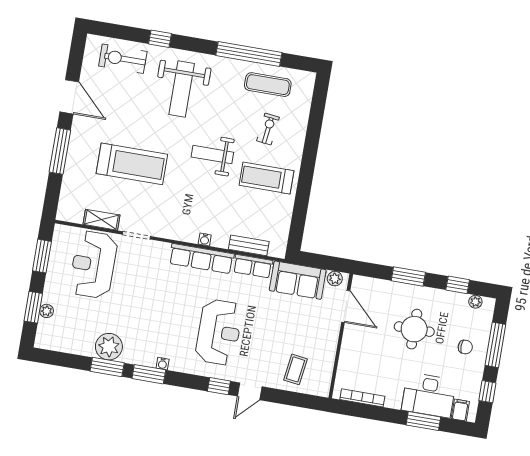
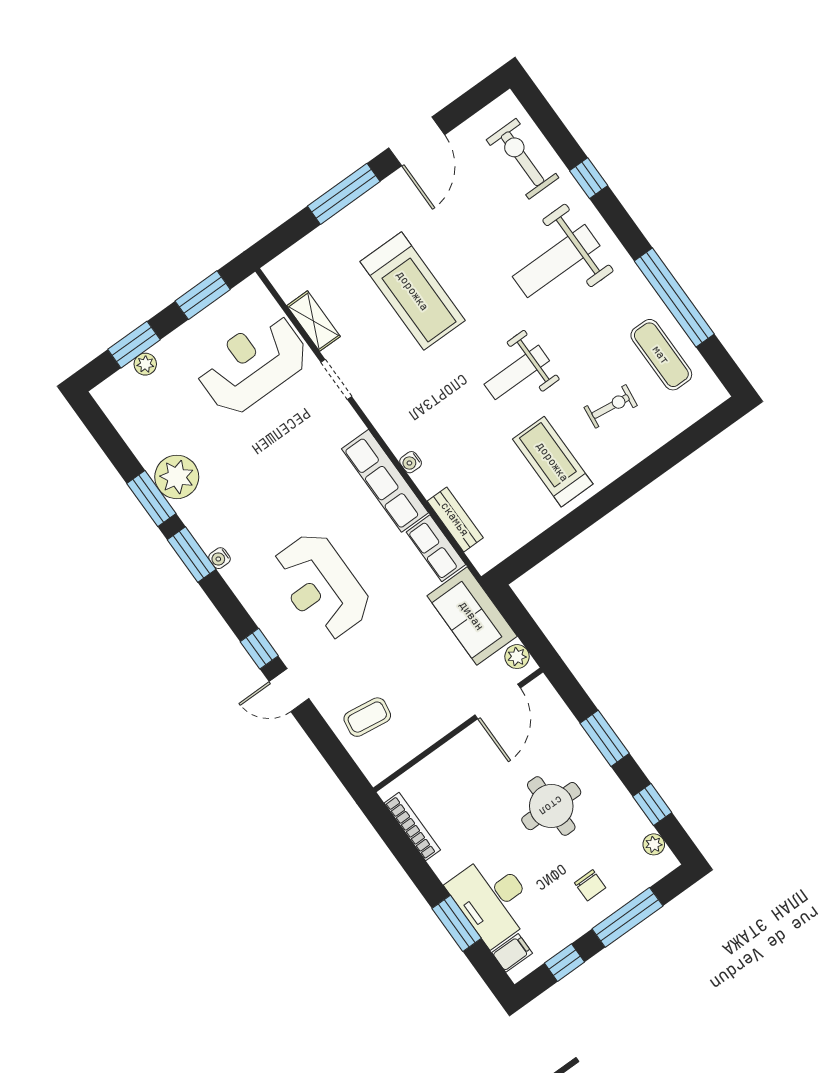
weight bench: (212, 155) -> (517, 372), turned -90
reception desk: (219, 332) -> (321, 586), turned 90

